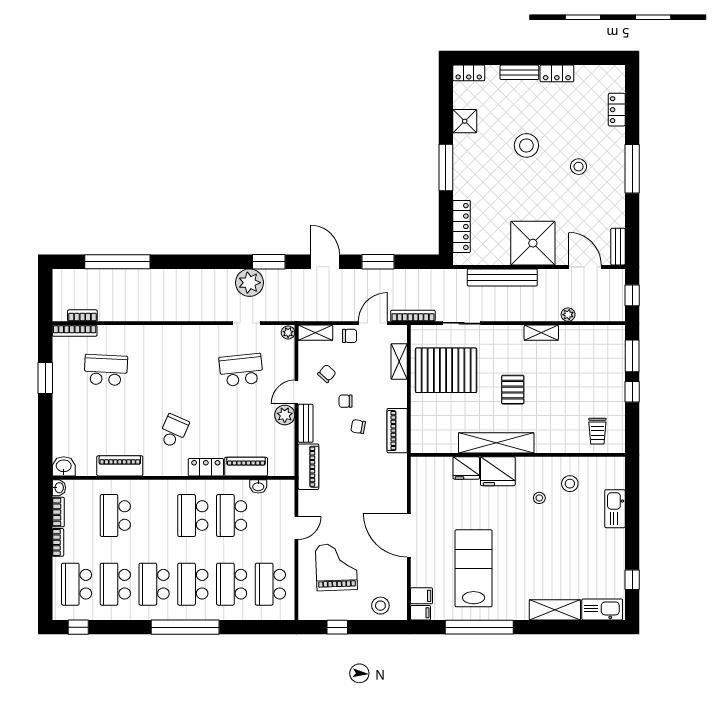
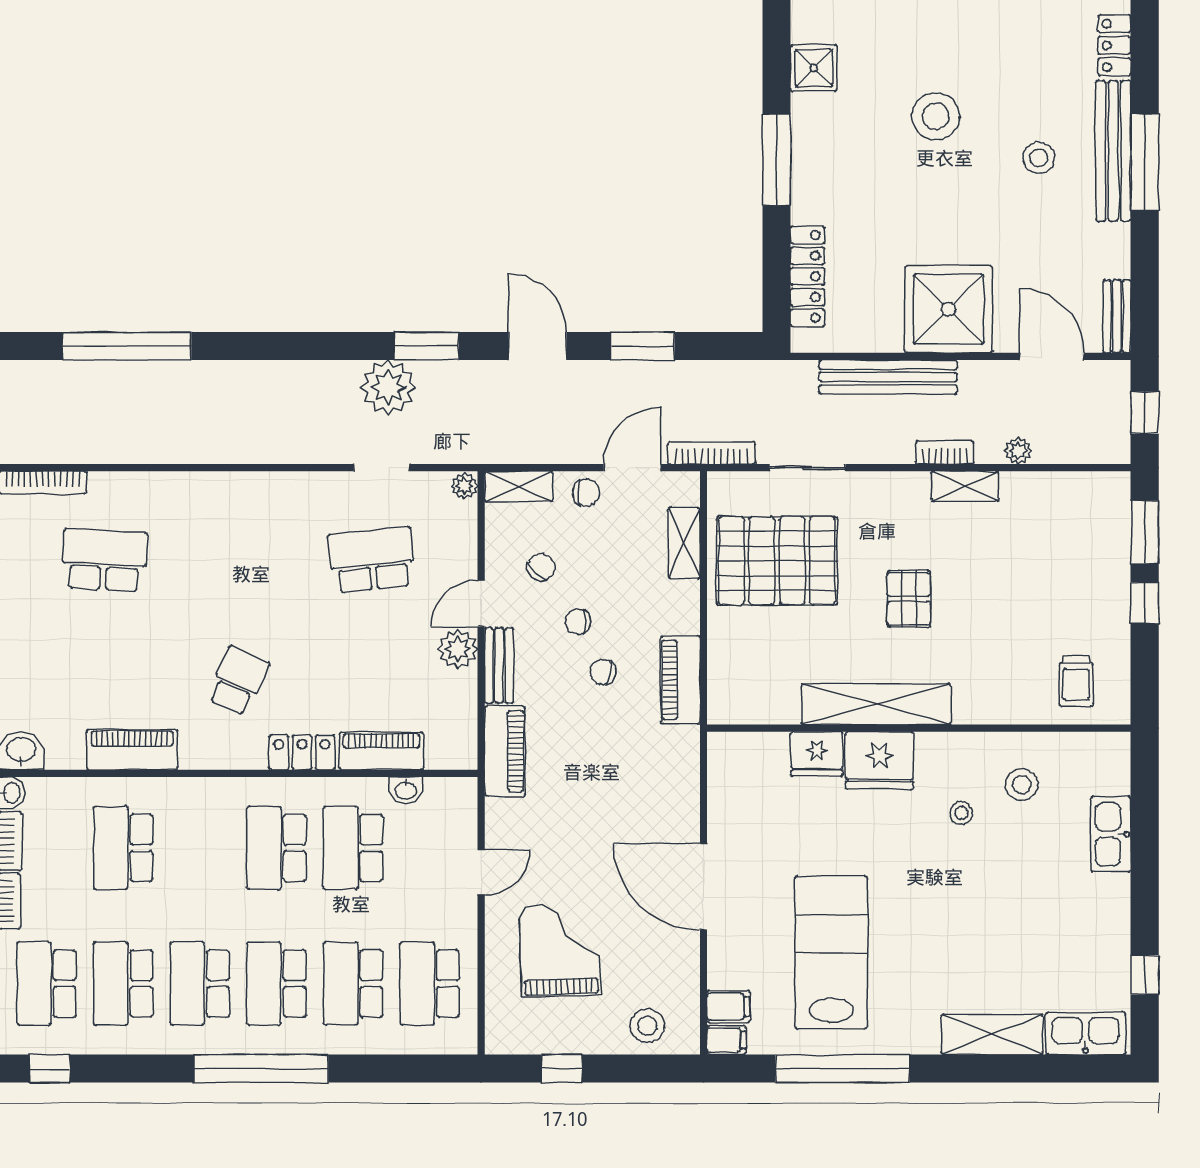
bench: (616, 163) -> (1113, 151), added
bookcase: (82, 316) -> (945, 452), moved

